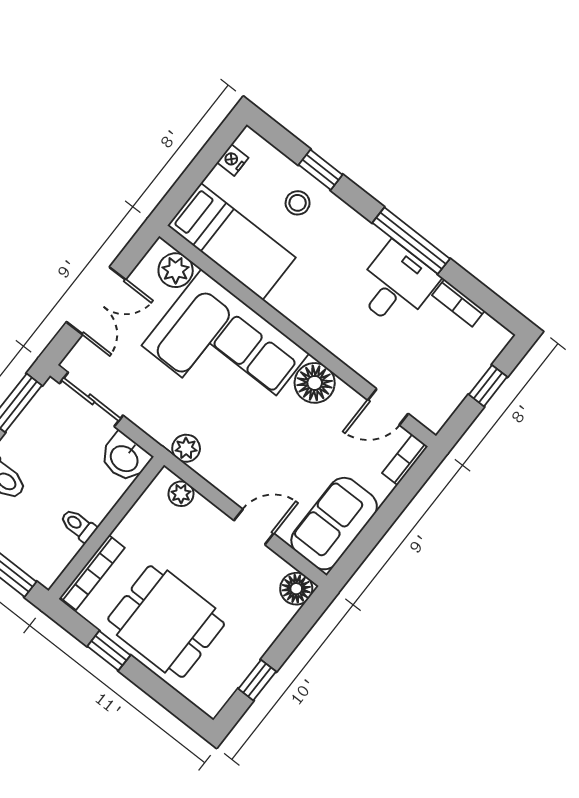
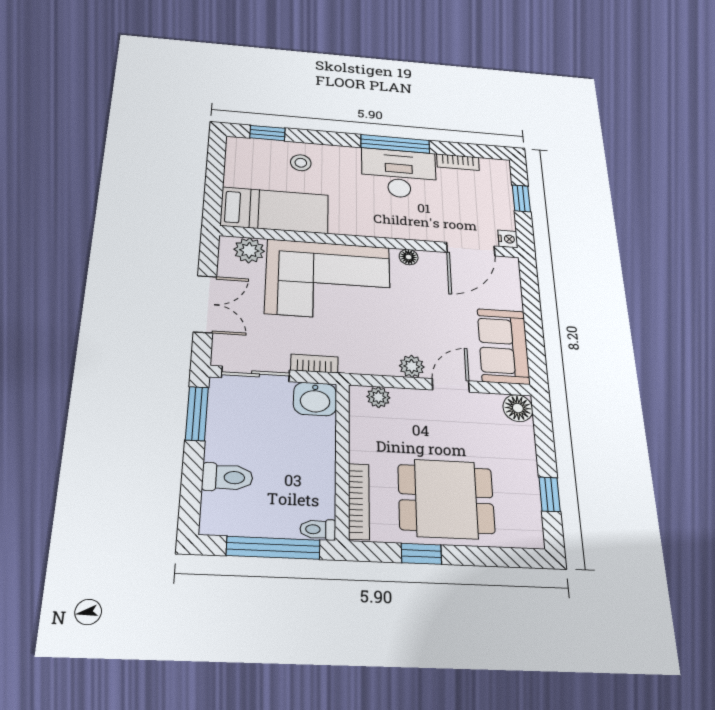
nightstand: (233, 160) -> (508, 239), moved, turned 180
window: (321, 170) -> (267, 133), moved
desk: (396, 285) -> (399, 173), width x1.37
floor lamp: (315, 383) -> (409, 257), width x0.53, depth x0.53
door: (388, 407) -> (471, 249), width x1.38
plant: (186, 448) -> (412, 366), moved
bookcase: (405, 460) -> (314, 364), moved, turned 90
toilet: (78, 525) -> (318, 529), moved

